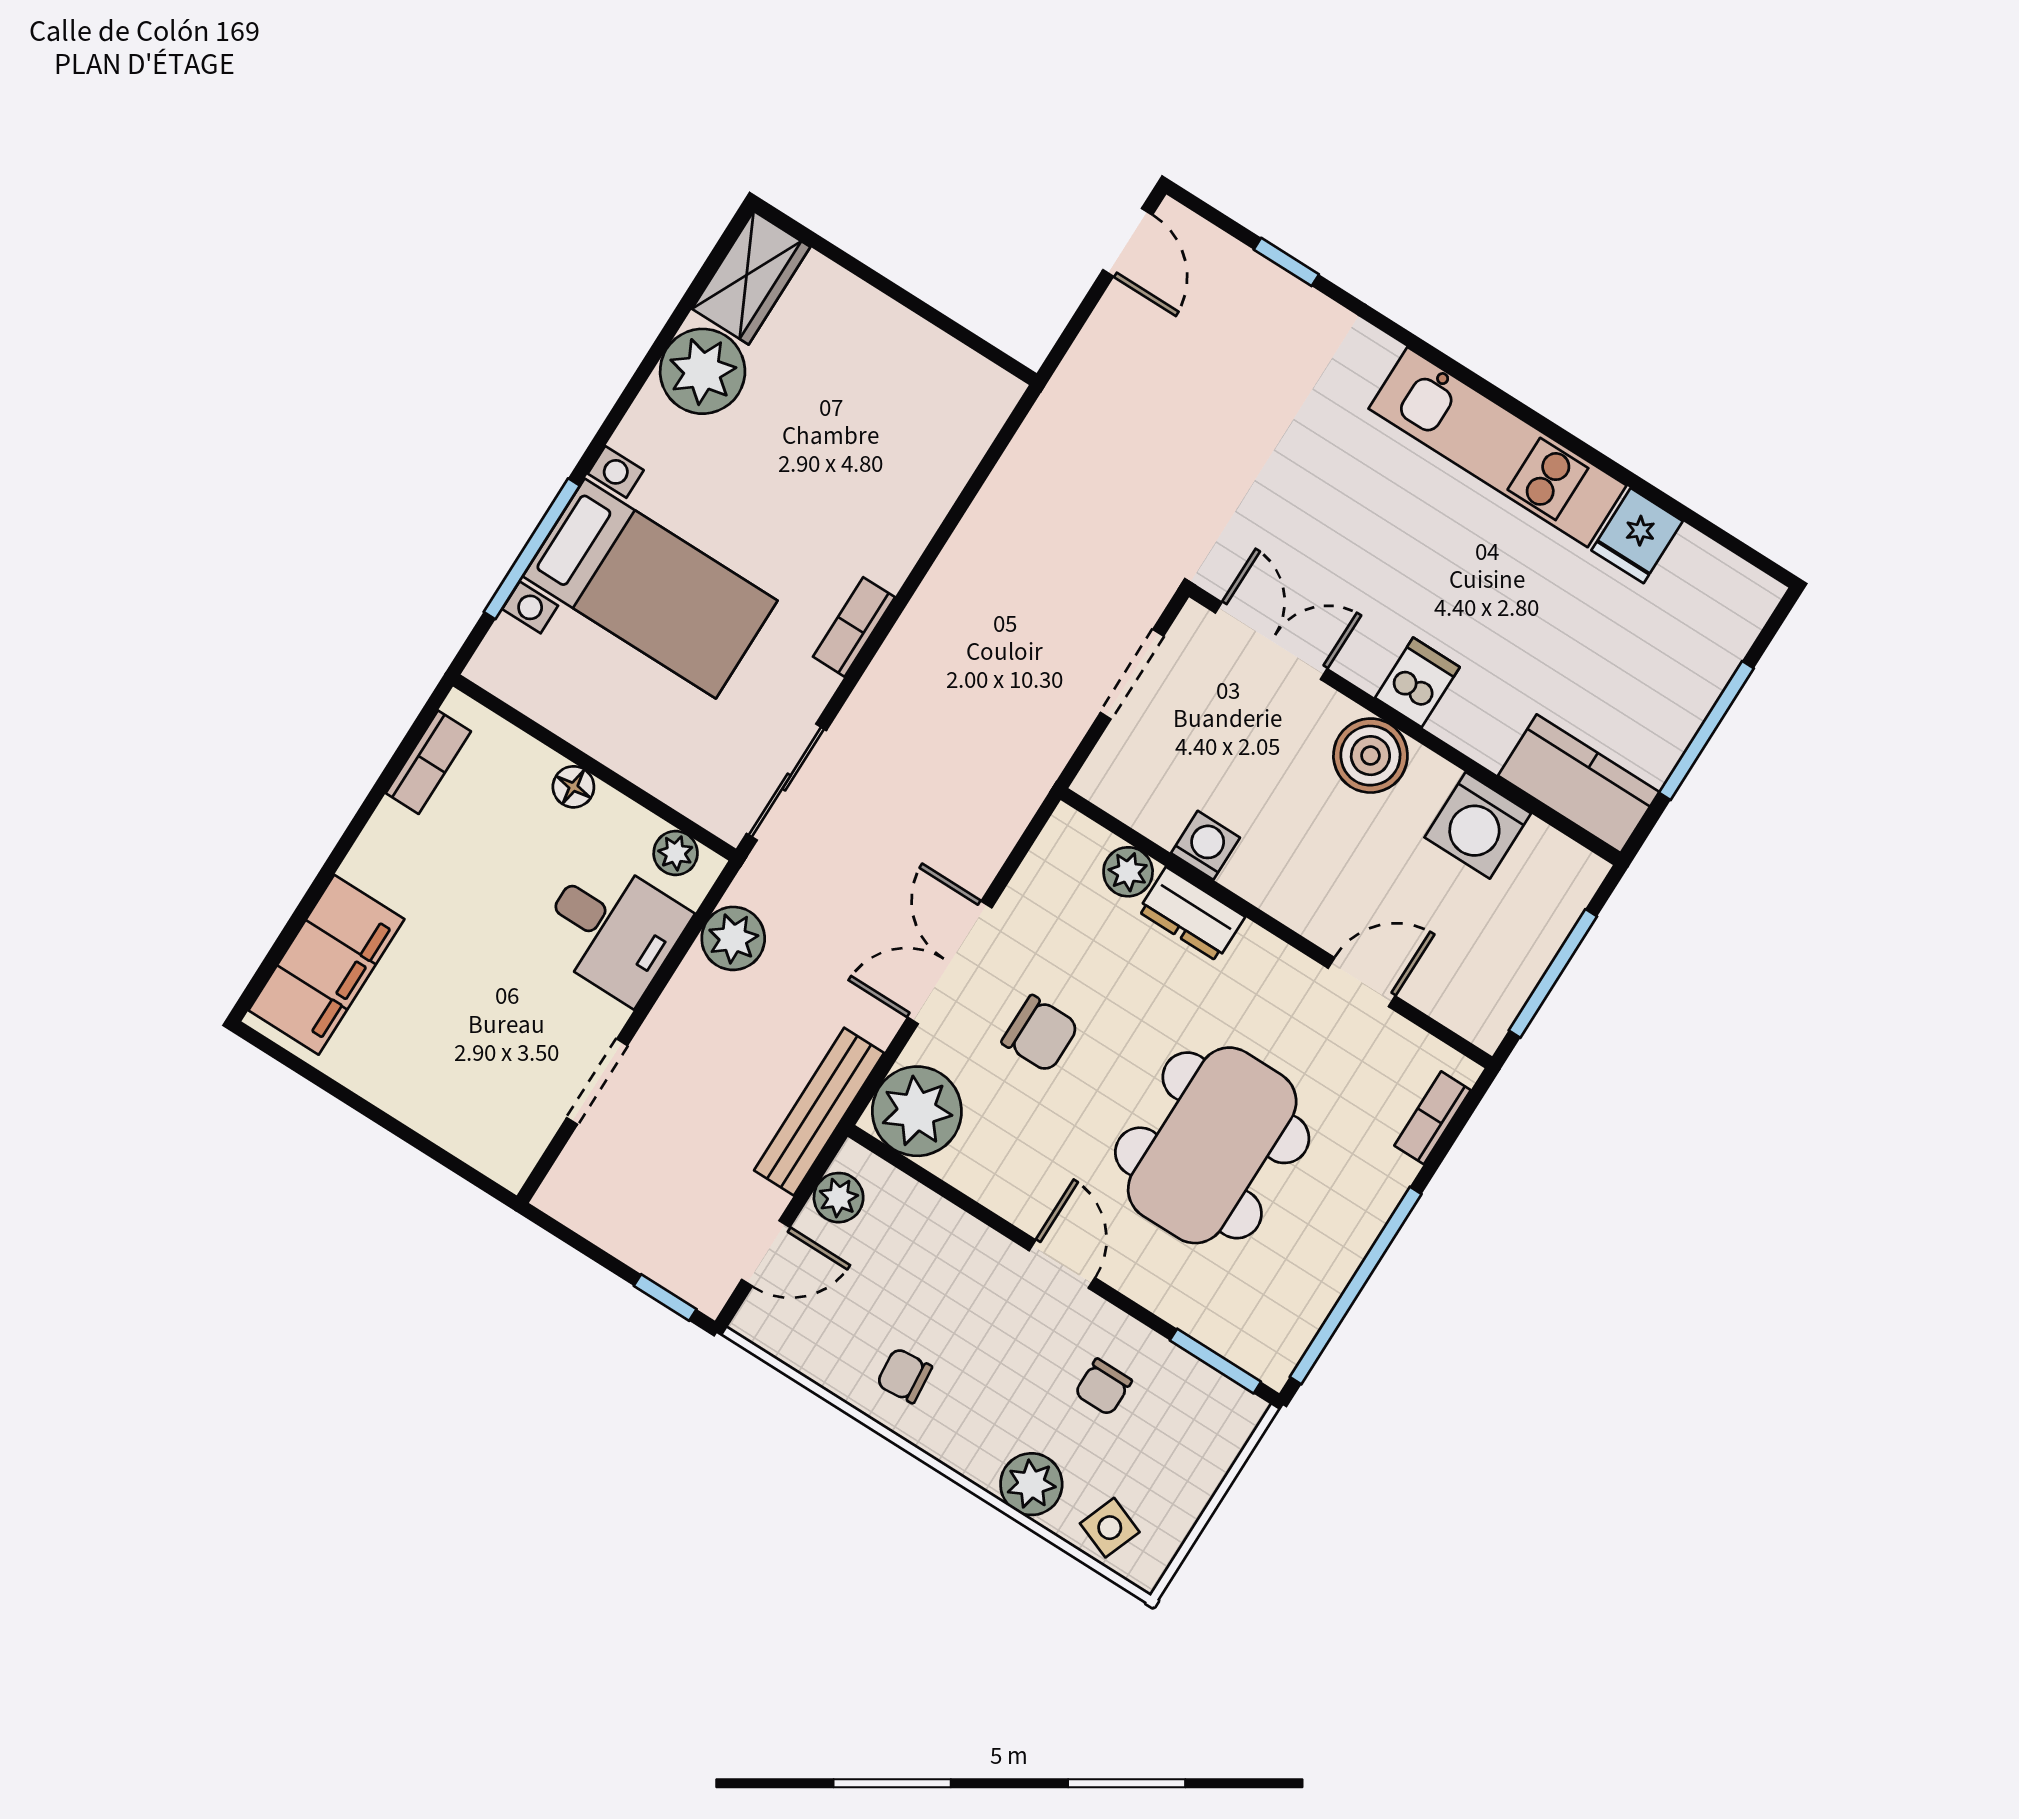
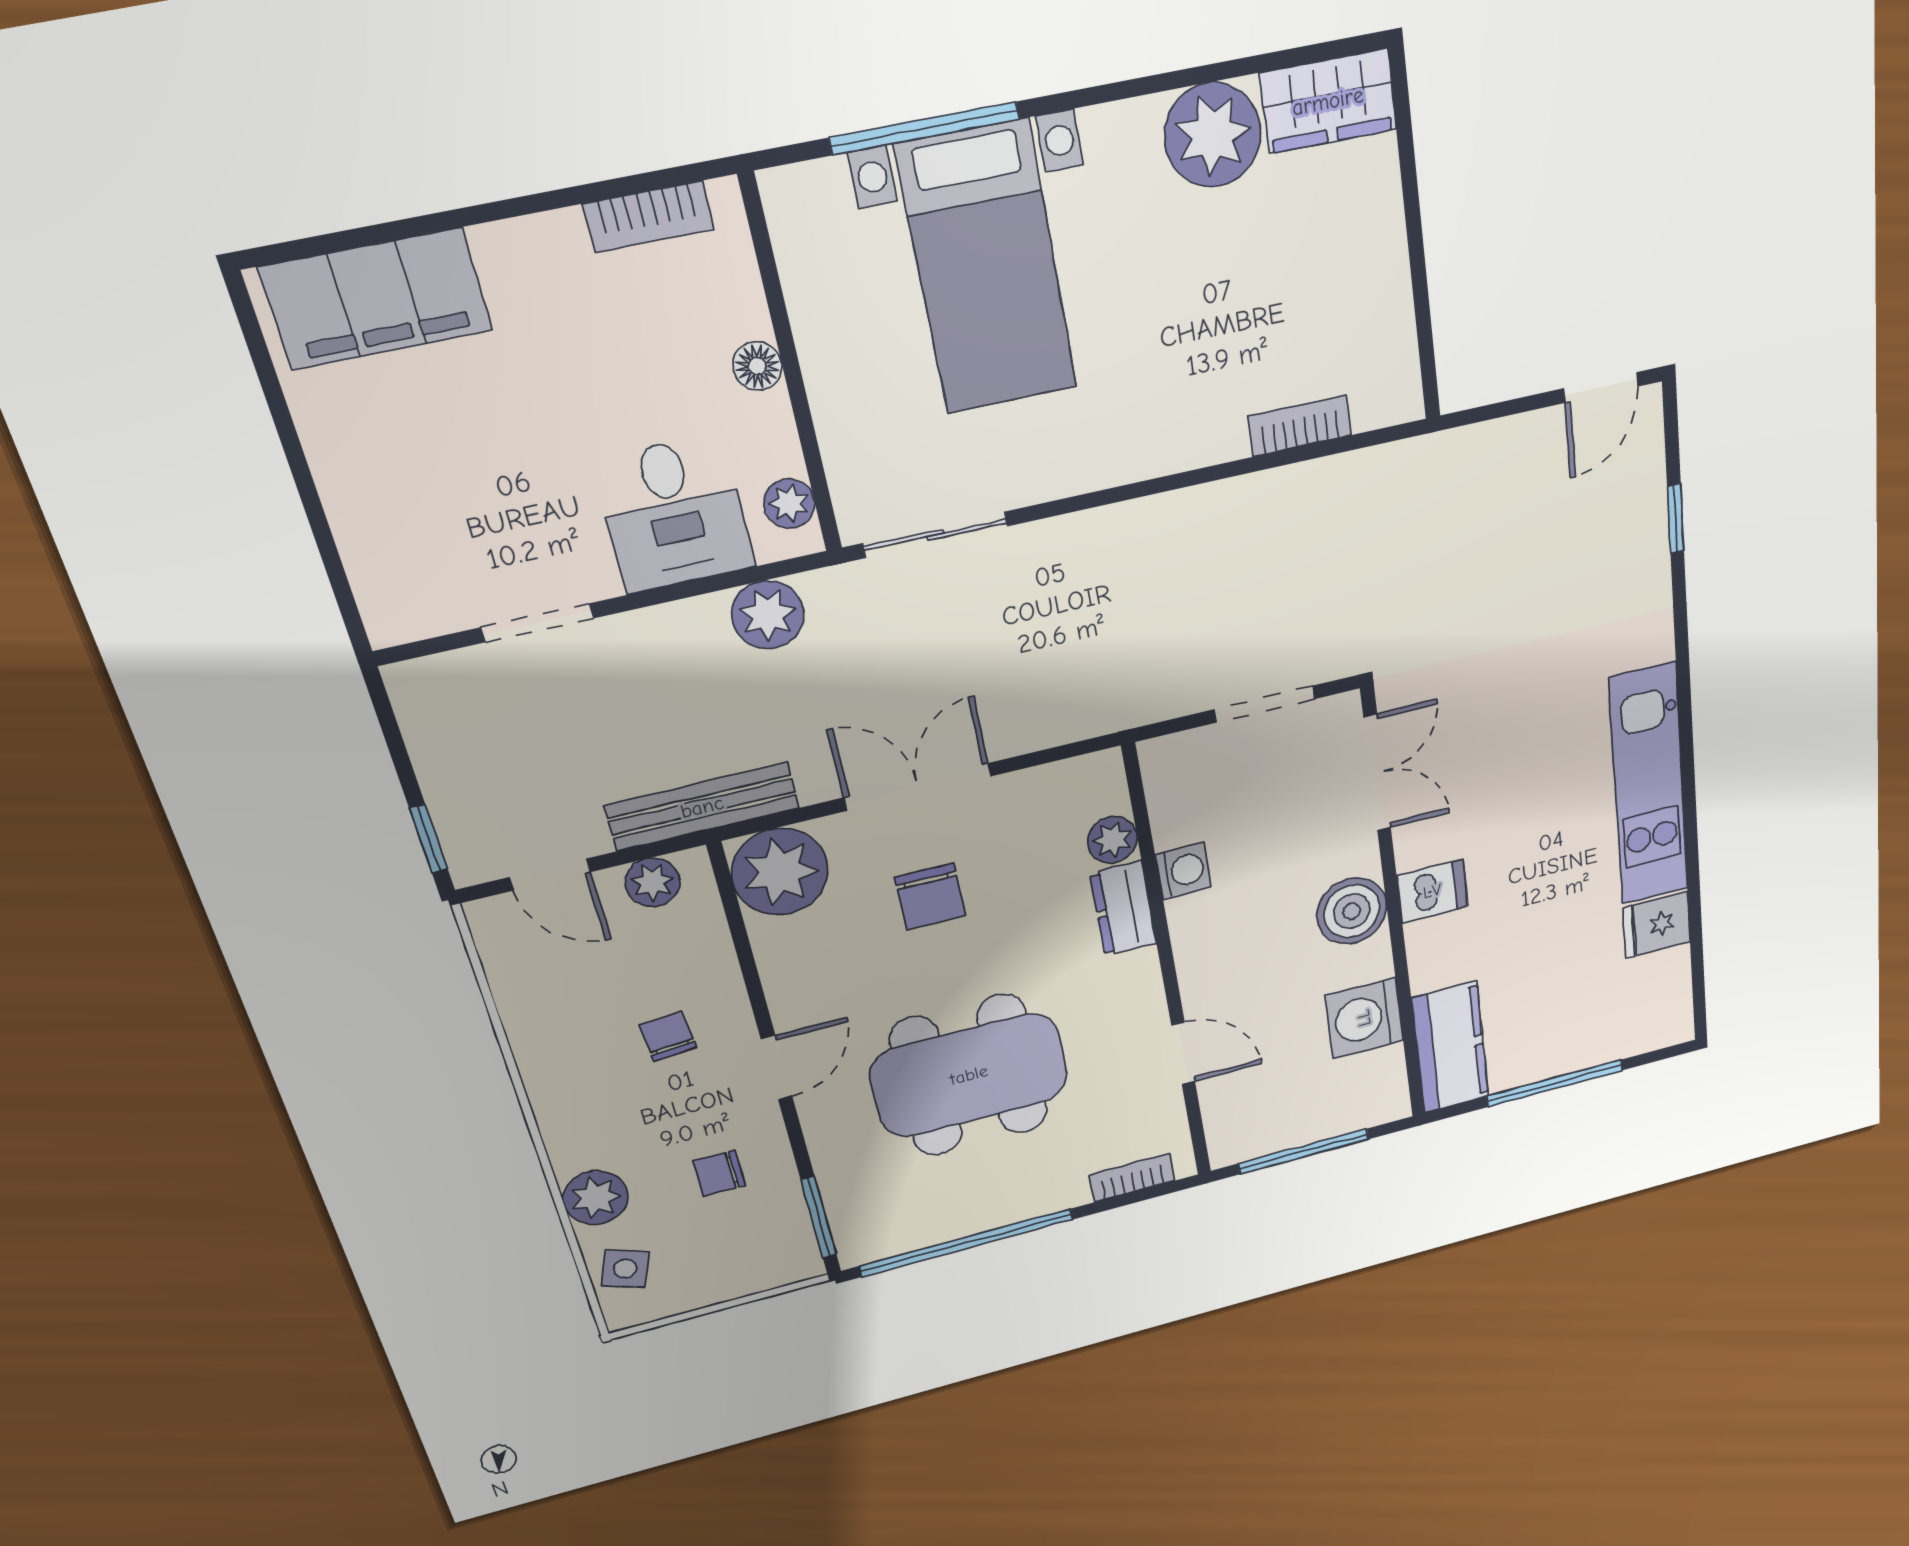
bookcase: (854, 627) -> (1300, 426), moved
chair: (904, 1376) -> (668, 1036), moved

